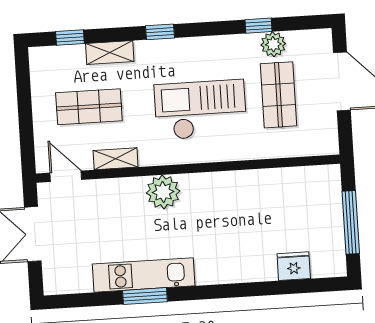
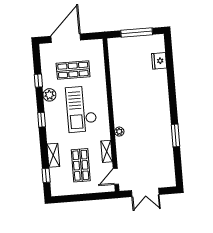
window: (160, 32) -> (42, 120), moved
plant: (273, 44) -> (49, 95), moved
plant: (163, 192) -> (119, 132), width x0.53, depth x0.53
kitchen unit: (144, 275) -> (165, 136), removed

